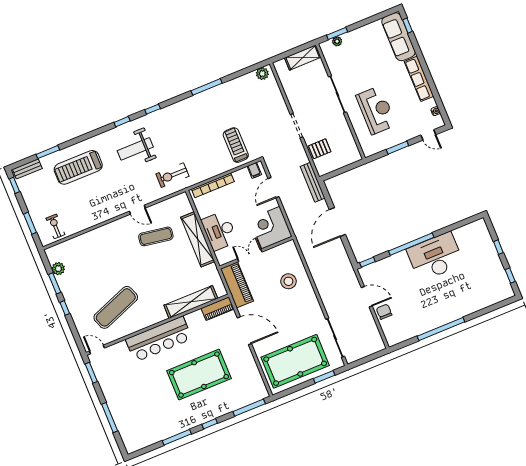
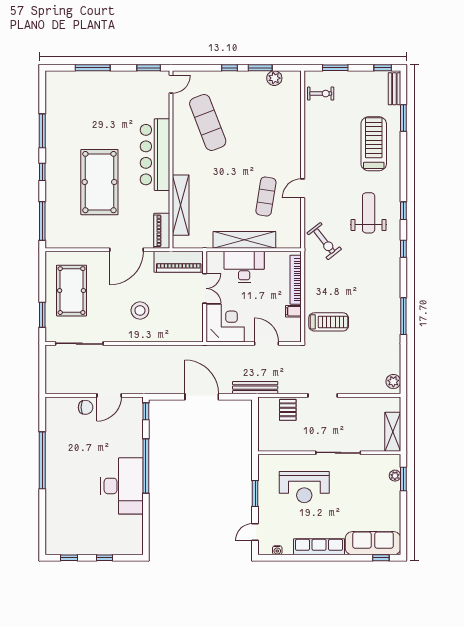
filing cabinet: (254, 170) -> (293, 311), moved
exercise bike: (172, 175) -> (324, 241), turned 142
stool: (288, 281) -> (140, 310), moved
pool table: (295, 361) -> (72, 291), width x0.73, depth x0.76

